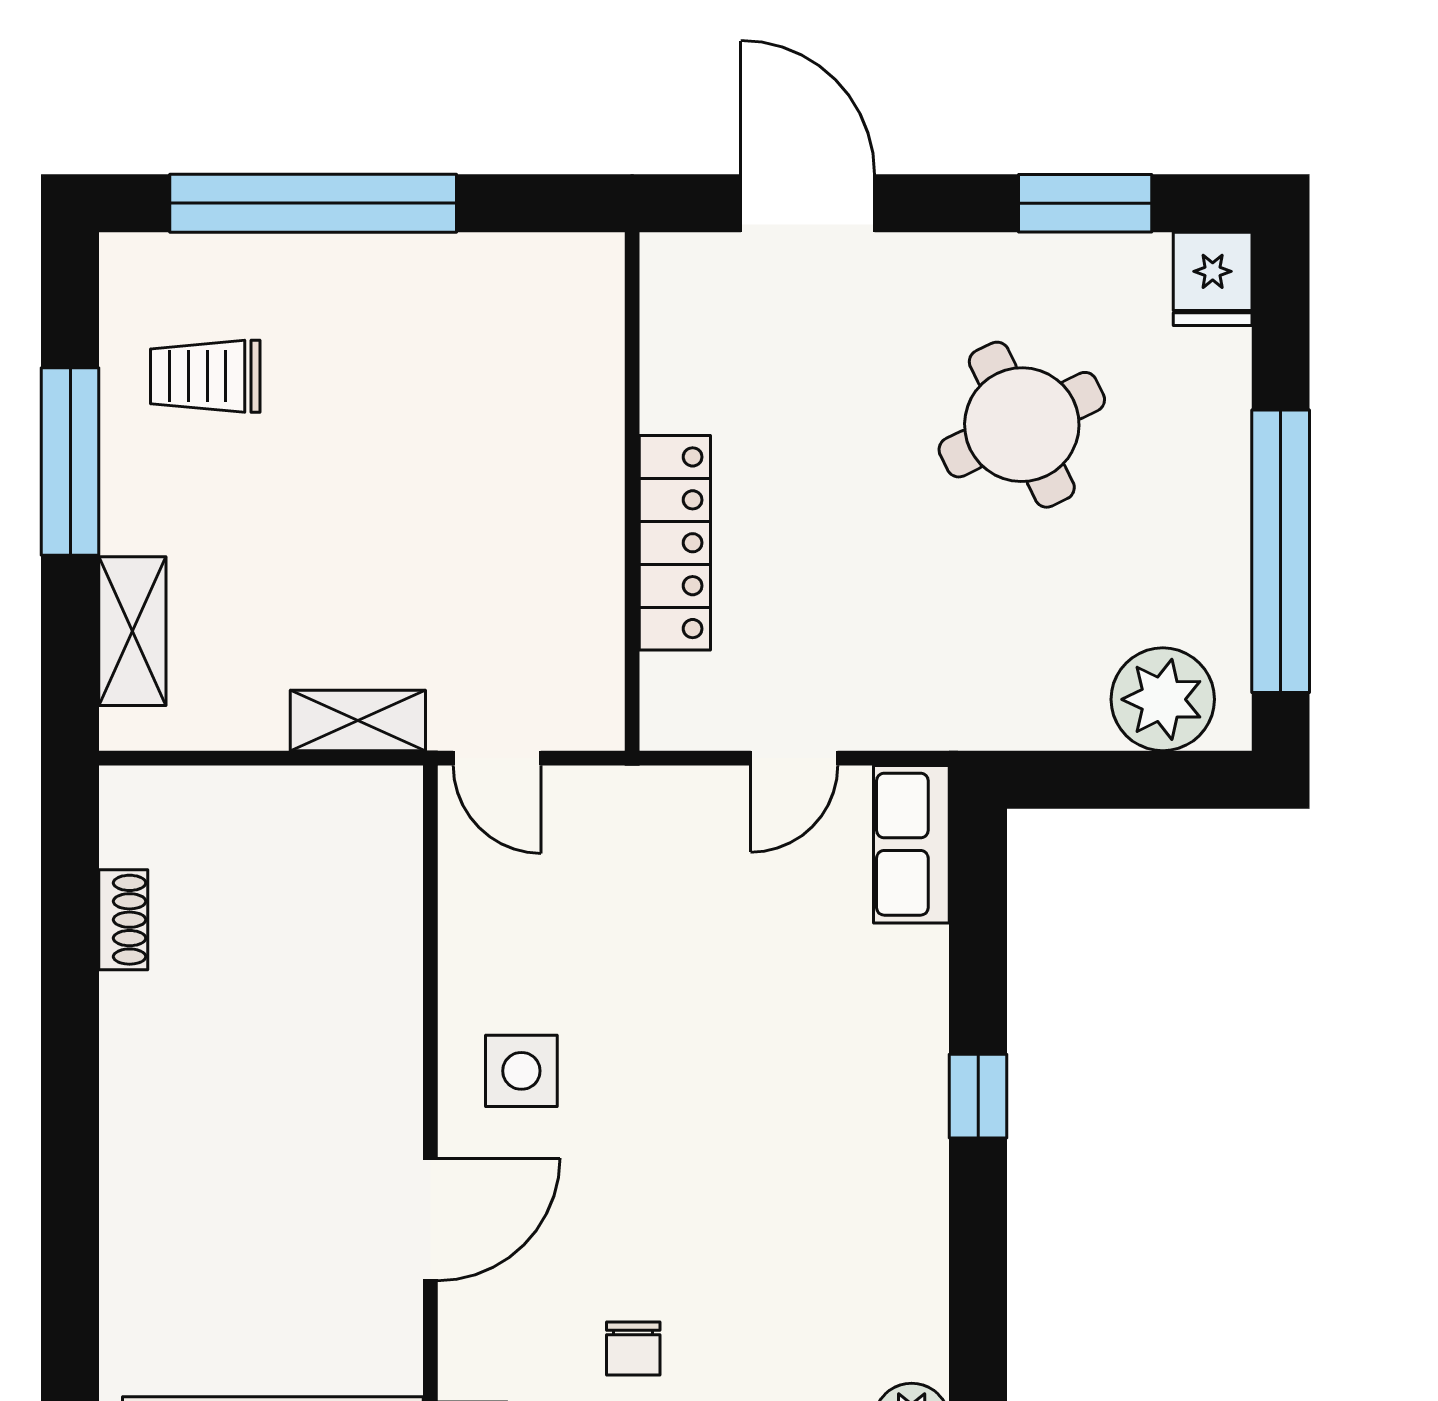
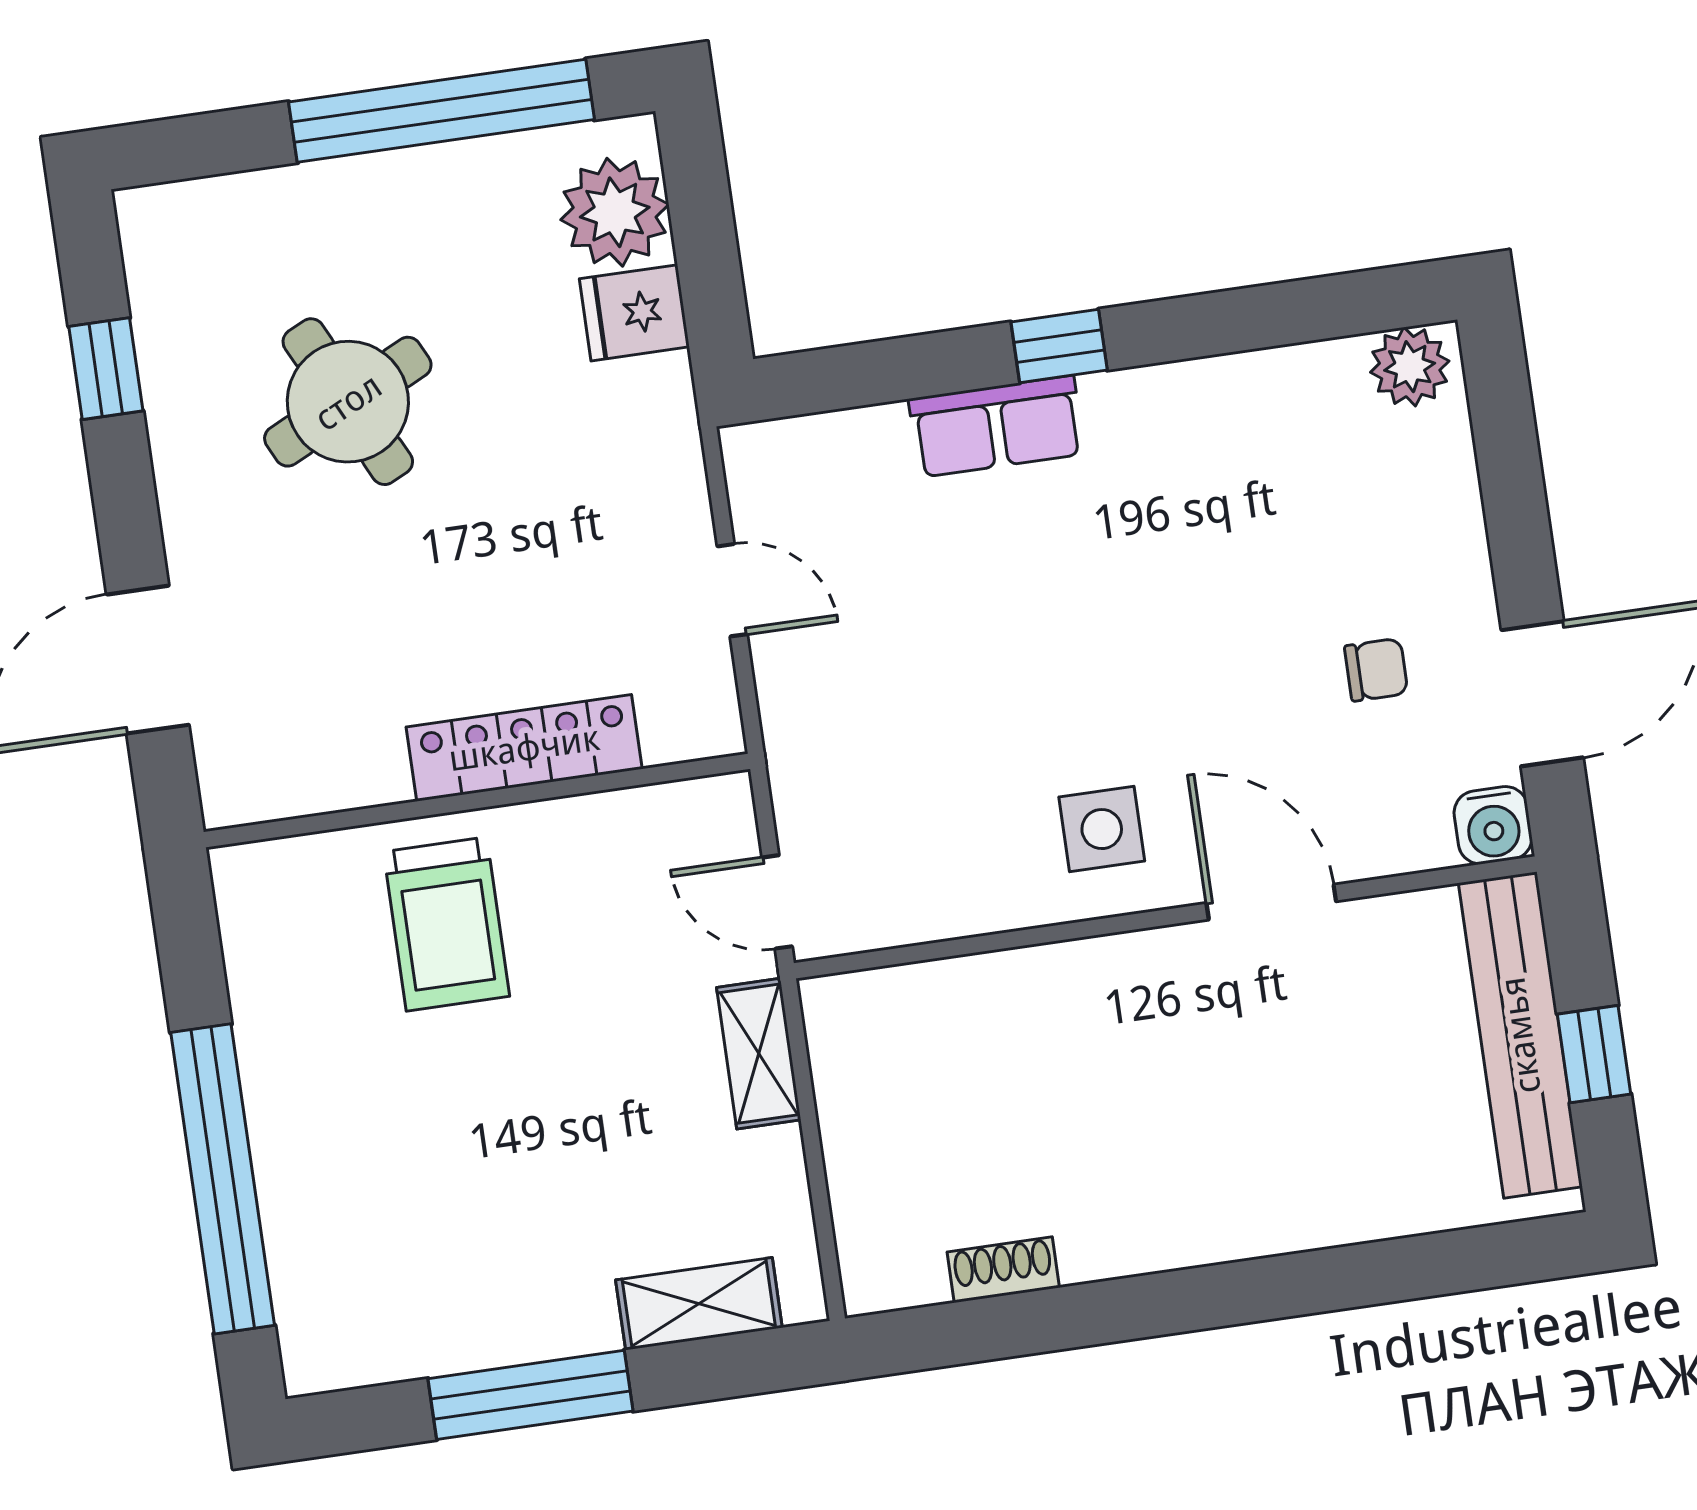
window: (1085, 203) -> (106, 369), width x0.67
fridge: (1213, 279) -> (634, 313), moved, turned 180
trolley: (205, 376) -> (447, 924), moved, width x1.36, depth x1.39
door: (497, 758) -> (777, 902), swing flipped
row of seats: (911, 844) -> (996, 426), moved

